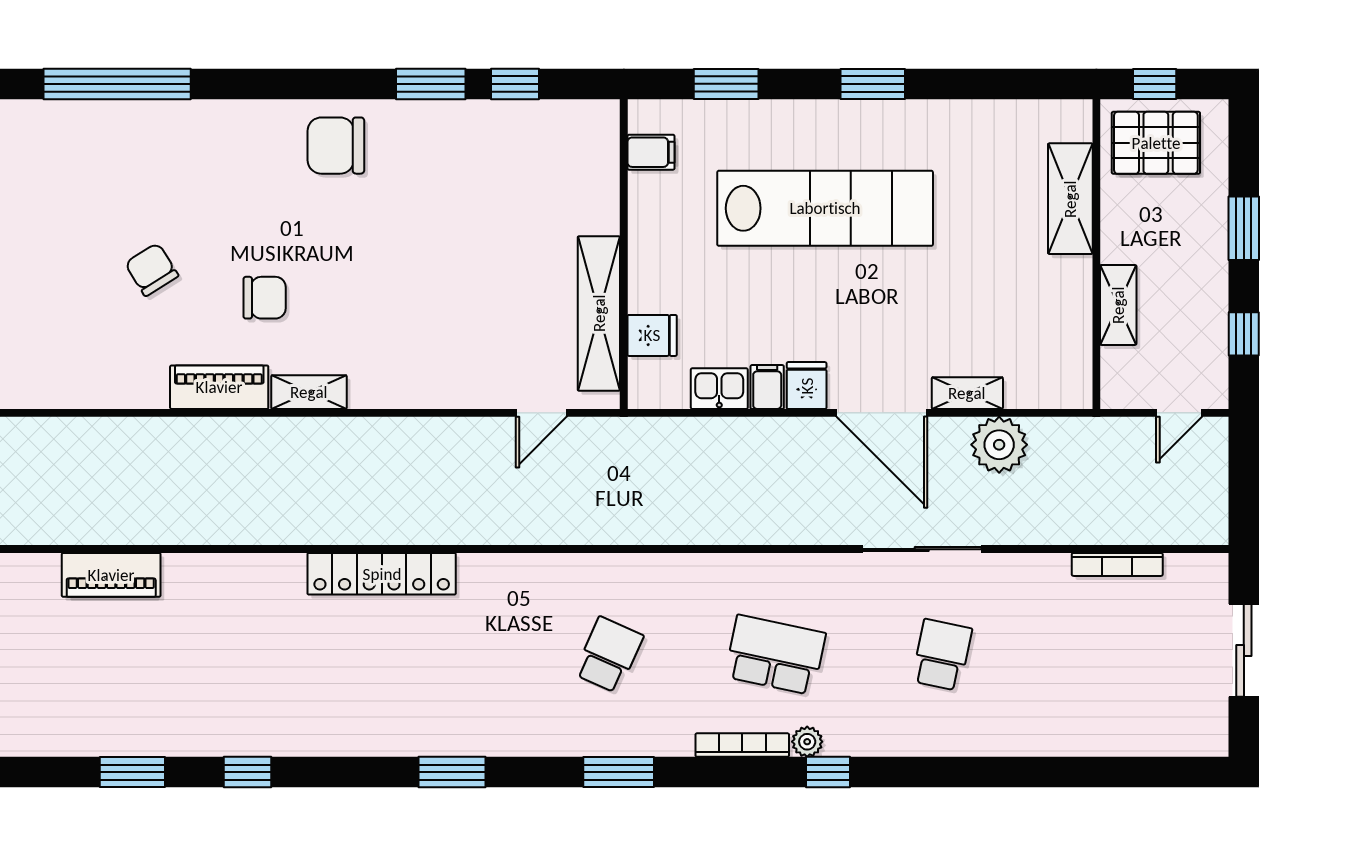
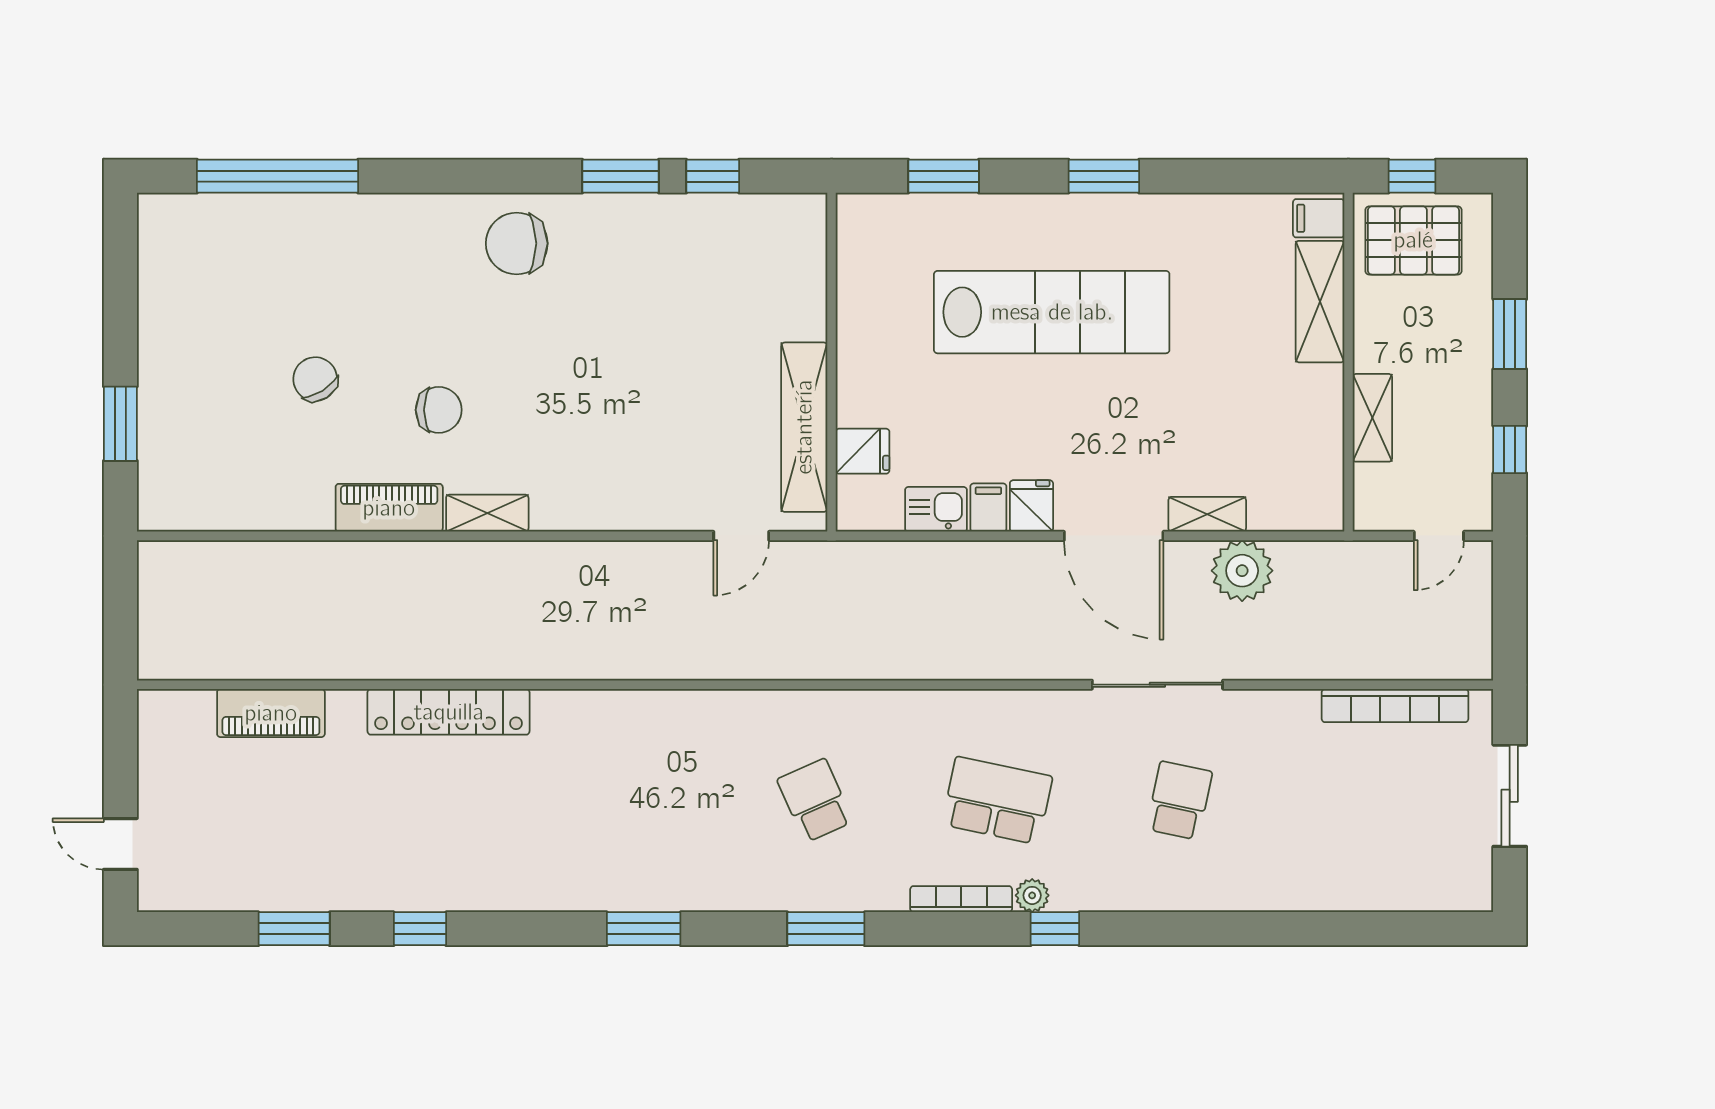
filing cabinet: (651, 152) -> (1319, 218), moved, turned 180
bookcase: (1117, 564) -> (1395, 706), width x1.48, depth x1.31
locker: (382, 574) -> (449, 712), moved
school desk: (609, 655) -> (815, 801), turned -48

